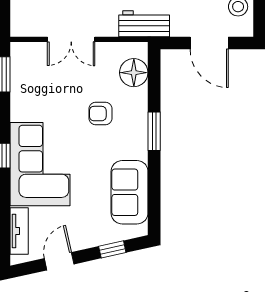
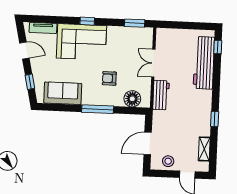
workbench: (144, 24) -> (161, 95), moved
armchair: (101, 114) -> (109, 78), turned -90
window: (154, 131) -> (98, 109), width x1.44

